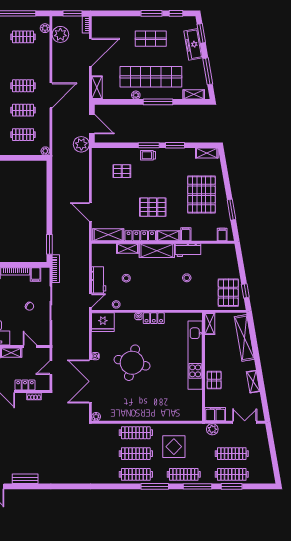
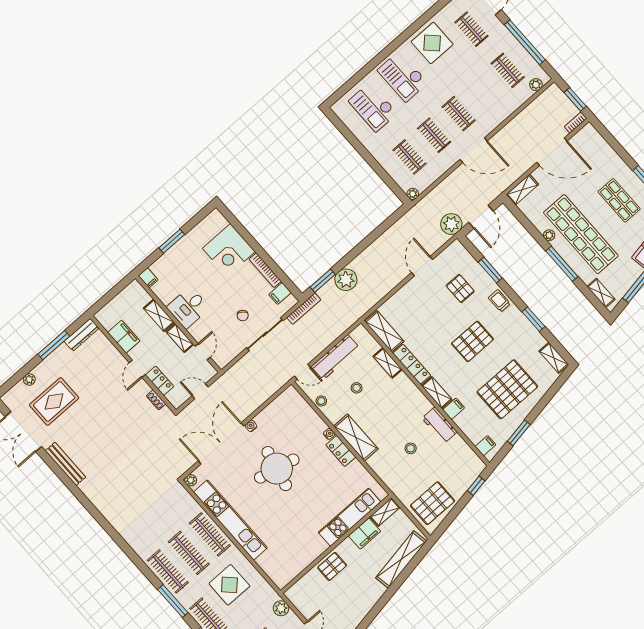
plant: (60, 34) -> (346, 280), moved
window: (149, 145) -> (490, 270), moved
pallet: (153, 207) -> (472, 341), moved, turned 90
door: (90, 212) -> (422, 266), moved
shelving: (157, 251) -> (356, 438), moved
workbench: (99, 280) -> (335, 357), width x1.38
window: (245, 291) -> (476, 486), moved
fridge: (103, 322) -> (292, 403), removed
kitchen unit: (195, 355) -> (350, 517), width x0.73
shelving: (253, 382) -> (365, 607), removed
kitchen unit: (138, 414) -> (230, 520), added
filing cabinet: (215, 414) -> (365, 534), moved, turned 90
bench: (25, 479) -> (65, 464), width x1.36

